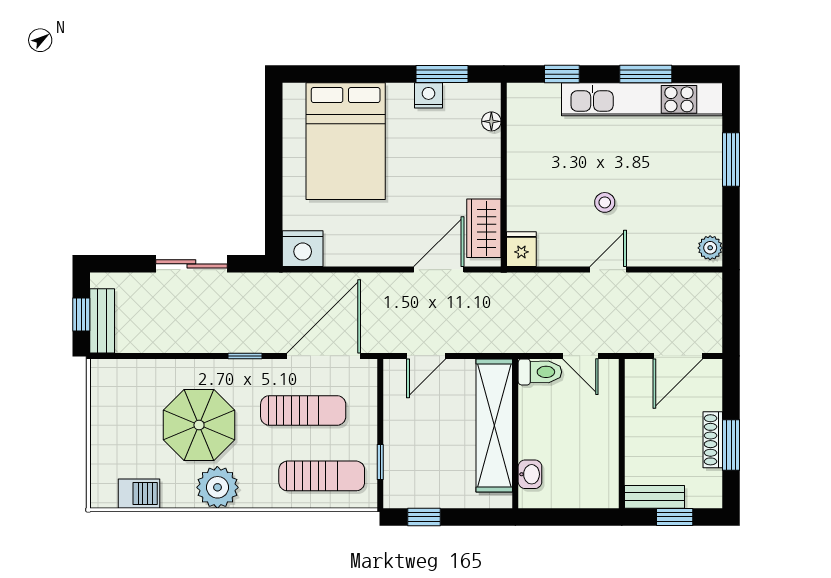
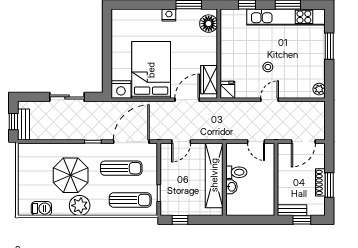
nightstand: (429, 95) -> (169, 15), moved
floor lamp: (491, 121) -> (209, 24), width x1.89, depth x1.89
bed: (346, 141) -> (151, 70), moved, turned 180
toilet: (540, 372) -> (236, 172), moved
washbasin: (530, 474) -> (231, 187), moved

